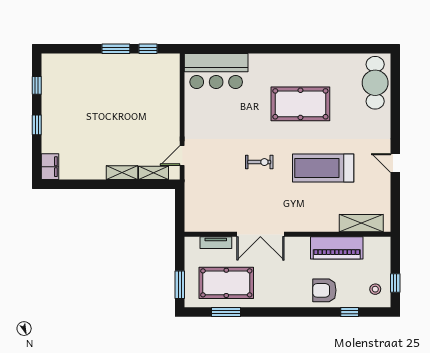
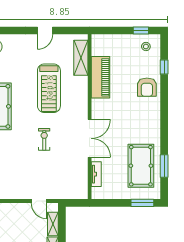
shelving: (361, 223) -> (81, 58), moved
double door: (260, 234) -> (90, 138), moved
wall: (288, 234) -> (90, 117), moved
tv unit: (216, 243) -> (96, 174), moved
piano: (337, 248) -> (101, 77), moved

